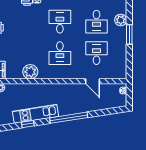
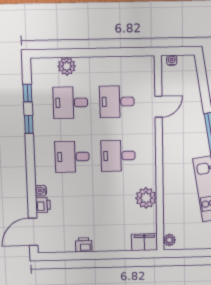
desk: (96, 22) -> (70, 103), turned 180
window: (129, 34) -> (88, 53), removed
desk: (60, 53) -> (118, 156), turned 180

